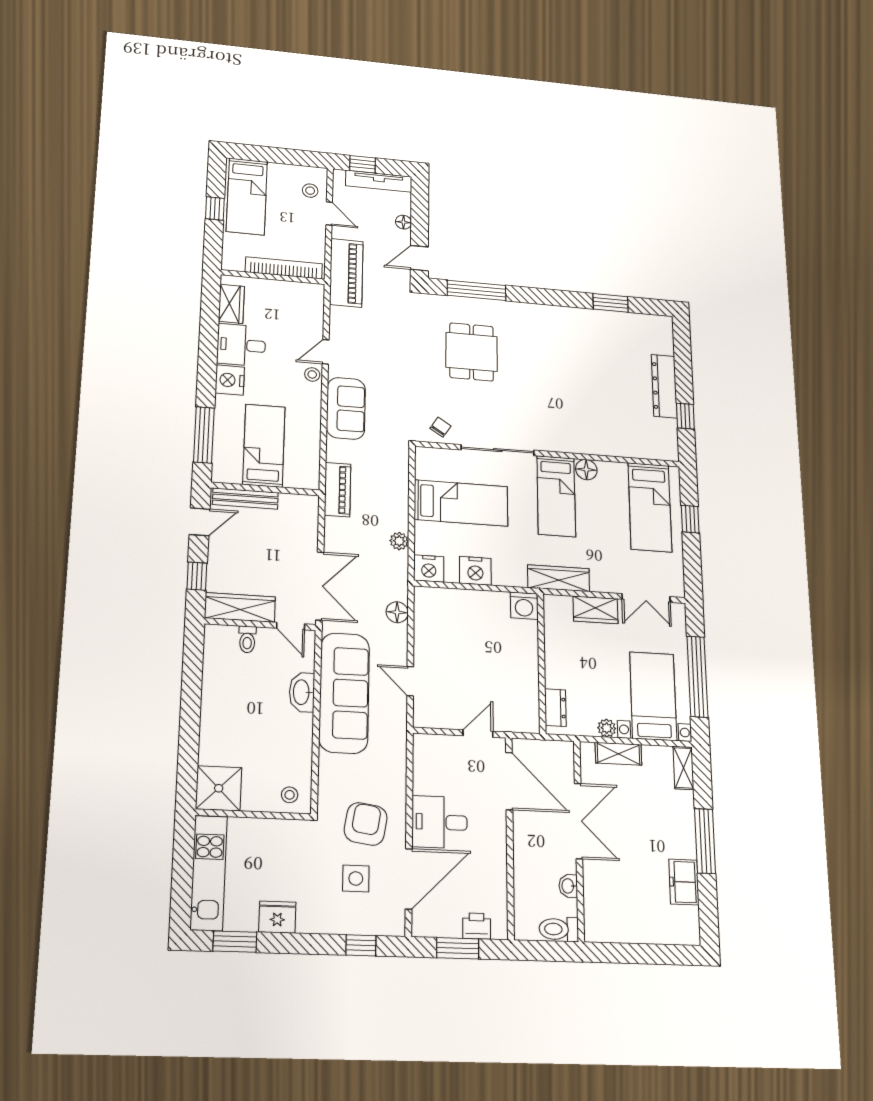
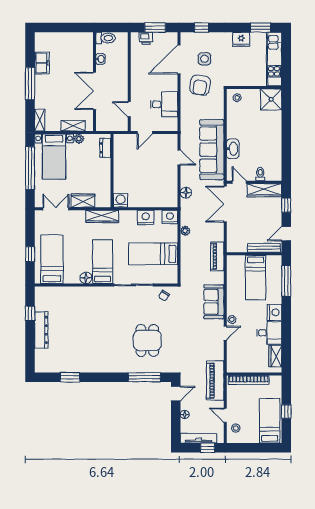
door: (509, 781) -> (129, 109), width x0.53
desk: (440, 822) -> (164, 104), moved

